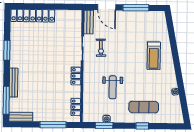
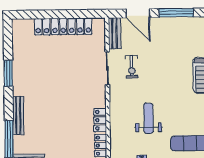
locker: (33, 16) -> (63, 27), moved
locker: (76, 76) -> (100, 120), moved
weight bench: (113, 87) -> (148, 118), turned 180

